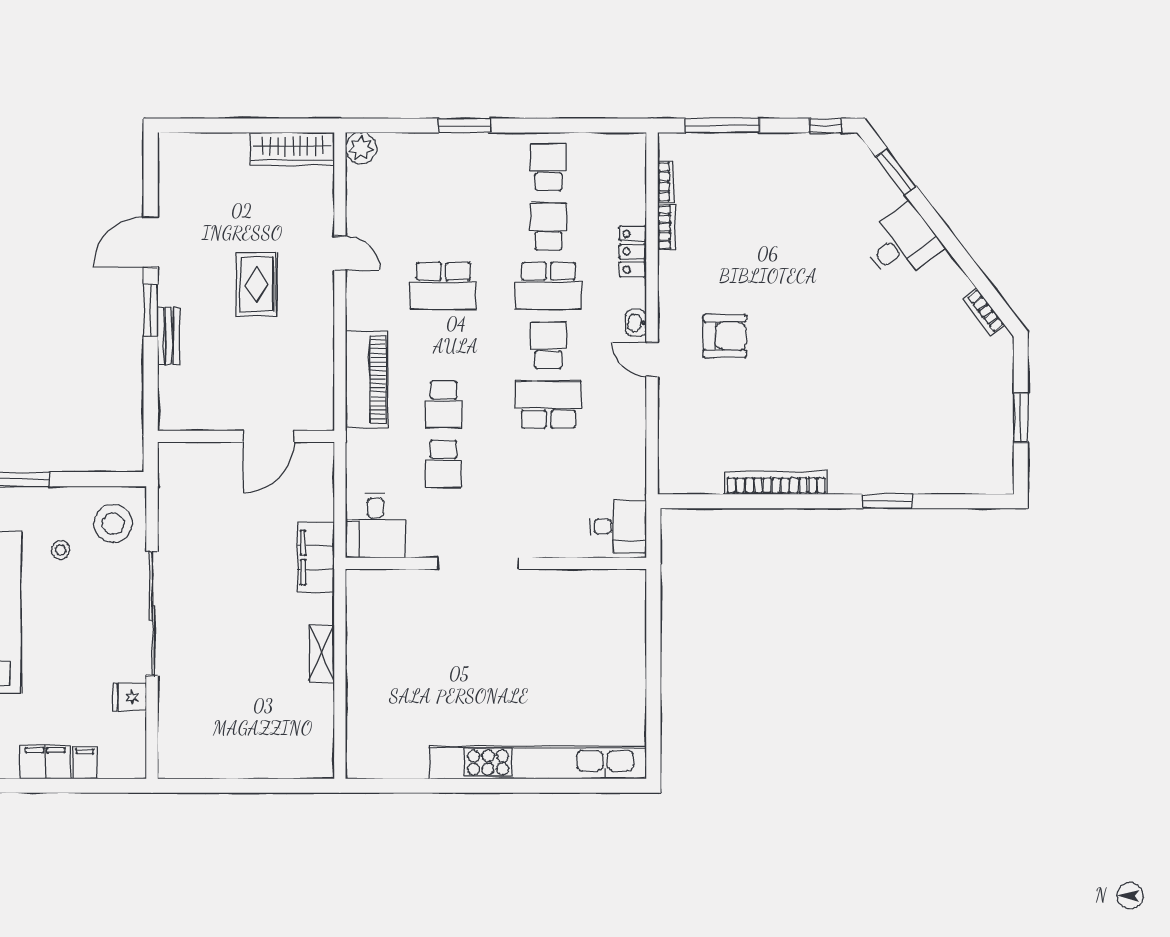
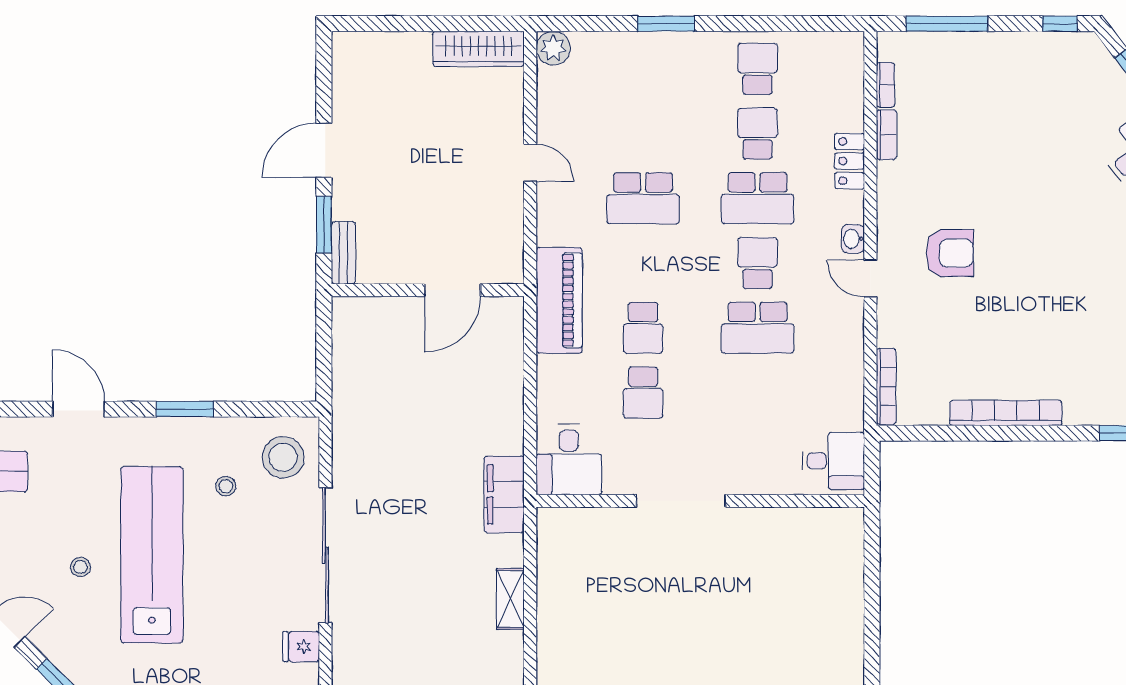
rug: (257, 284) -> (440, 197), removed
school desk: (548, 405) -> (758, 328), turned 180
wall: (246, 436) -> (428, 290), moved
door: (269, 436) -> (453, 290), moved
bookcase: (666, 458) -> (886, 386), added

